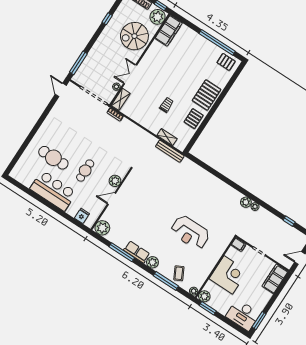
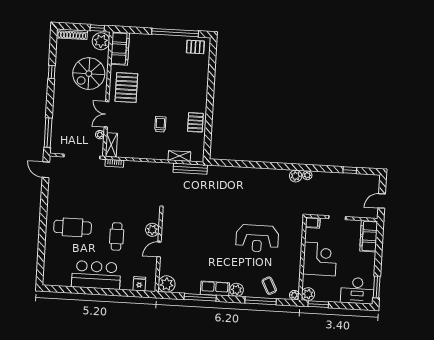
pallet: (207, 95) -> (126, 88), moved
cafe table: (53, 158) -> (73, 227), moved

